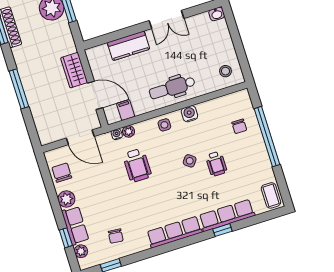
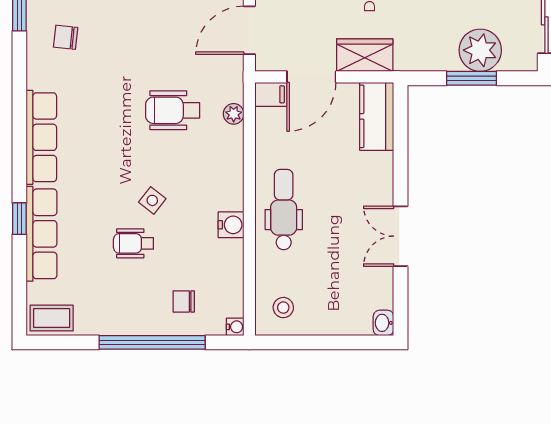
kitchen counter: (128, 46) -> (377, 116), moved
filing cabinet: (126, 110) -> (271, 94), moved
side table: (164, 125) -> (226, 177), removed
water cooler: (117, 134) -> (235, 327), moved

